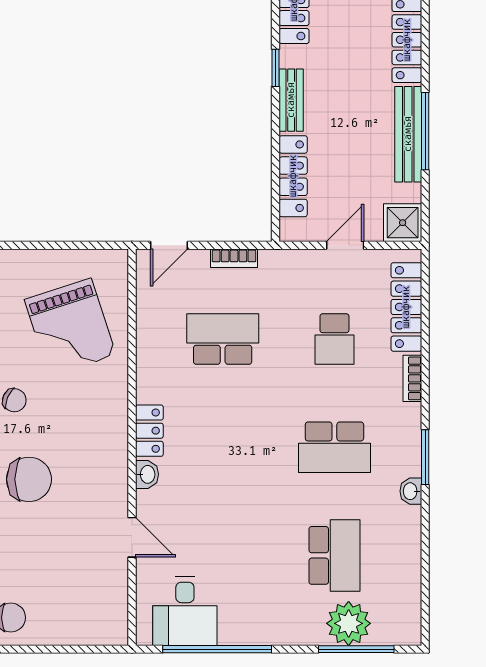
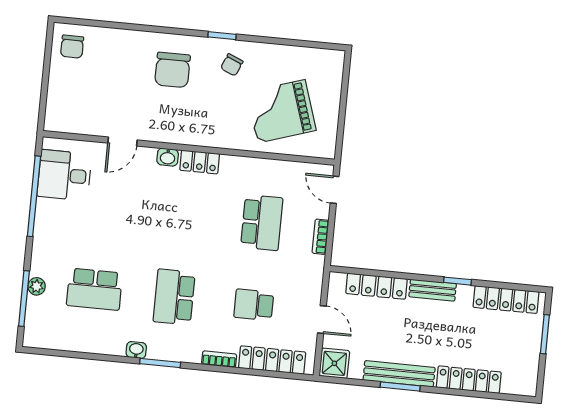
window: (425, 131) -> (400, 387), width x0.69
plant: (349, 623) -> (37, 286), width x0.53, depth x0.53

